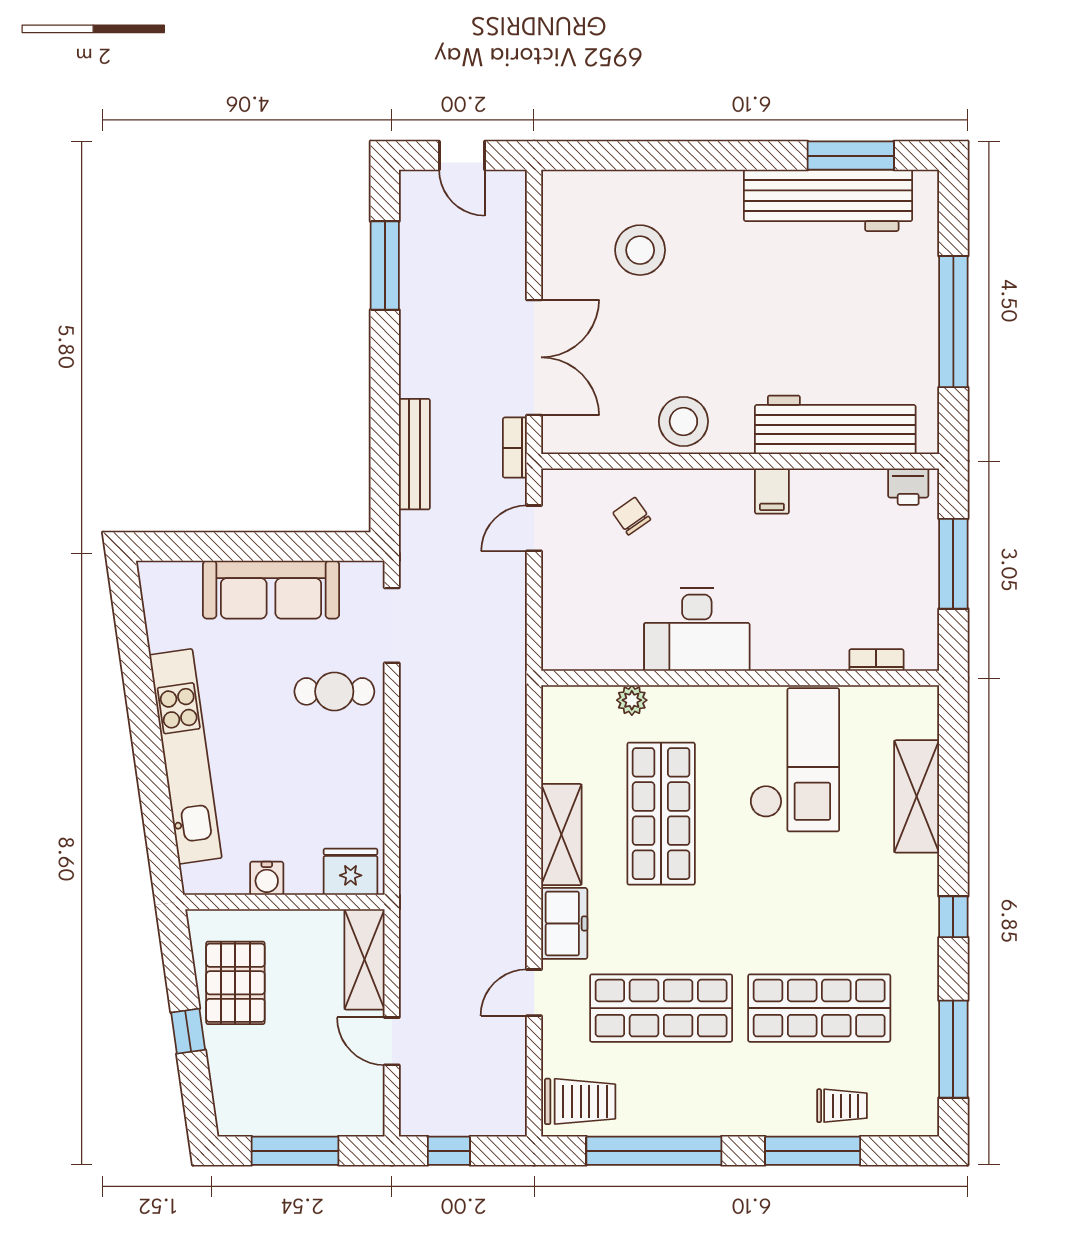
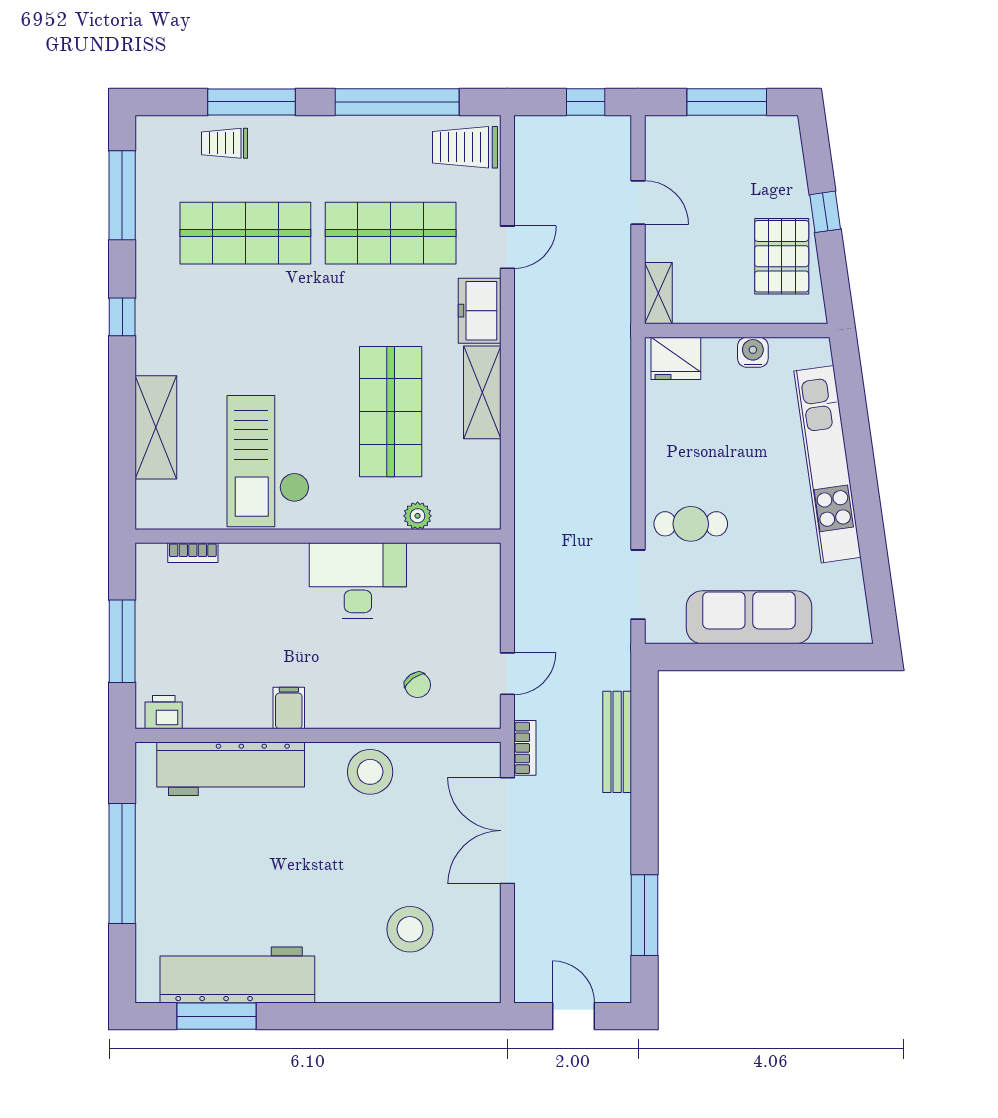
shelving: (365, 959) -> (658, 293), width x0.67, depth x0.75

